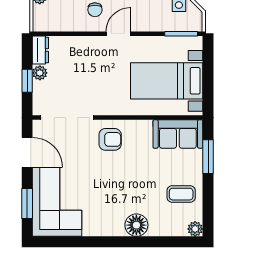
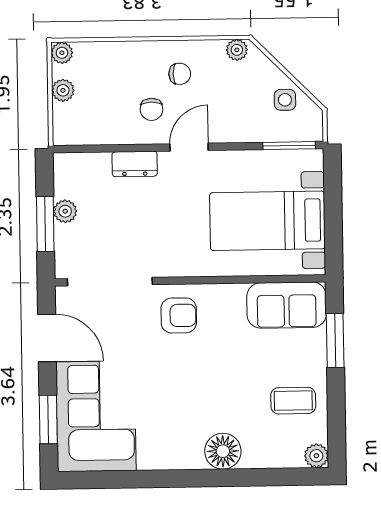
dresser: (40, 50) -> (135, 164), moved, turned 90
window: (27, 81) -> (45, 224), width x1.50

